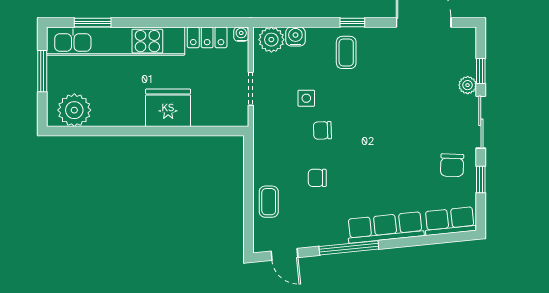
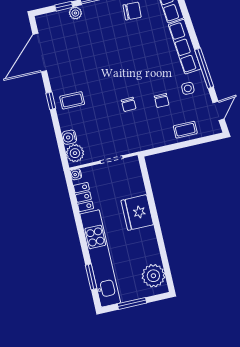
side table: (306, 98) -> (188, 88), moved

